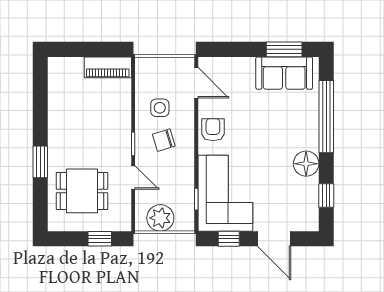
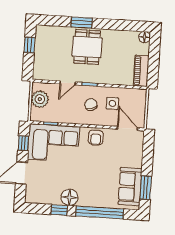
floor lamp: (56, 65) -> (144, 37), added
door: (196, 83) -> (127, 128), swing flipped
armchair: (213, 130) -> (96, 137), turned 90
dining table: (82, 191) -> (87, 47), moved
window: (326, 195) -> (59, 210), moved
window: (100, 239) -> (30, 45), moved

